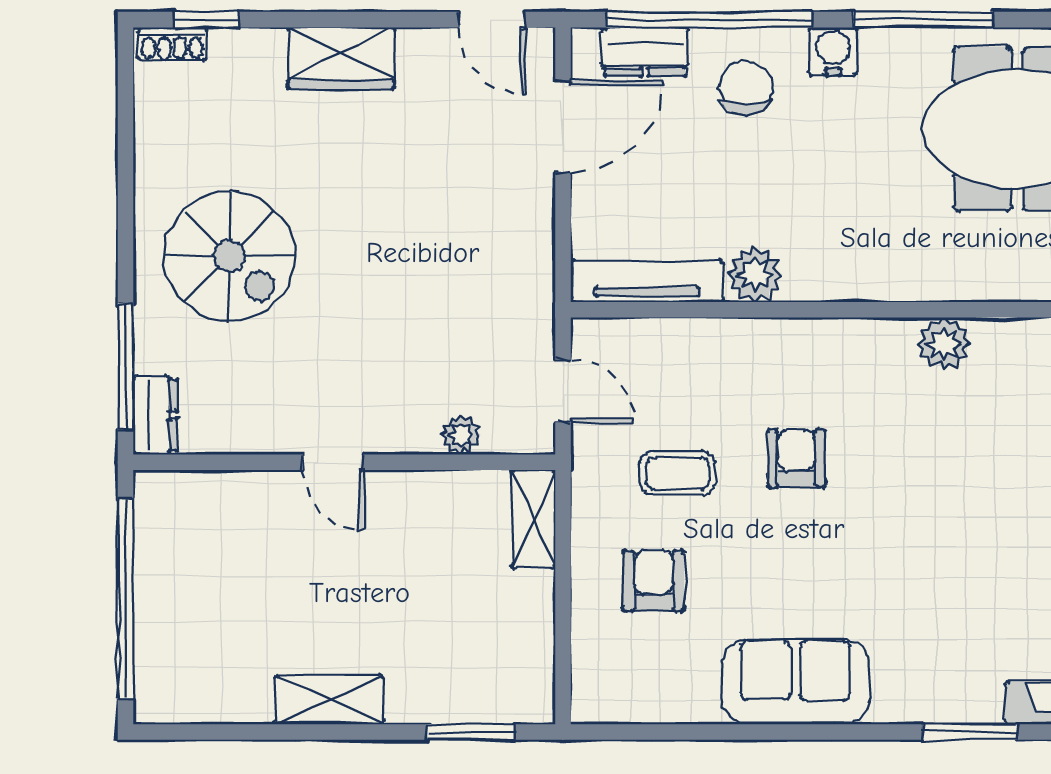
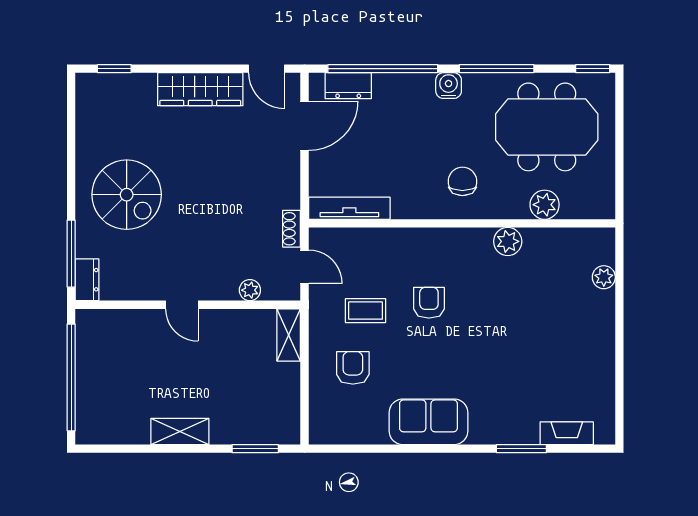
shoe rack: (172, 44) -> (292, 229), moved, turned 90
wardrobe: (341, 58) -> (200, 89), width x1.50
chair: (746, 88) -> (462, 181), moved
plant: (755, 275) -> (545, 205), moved

